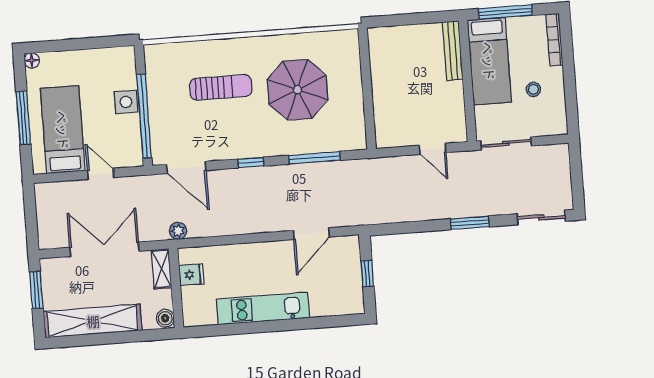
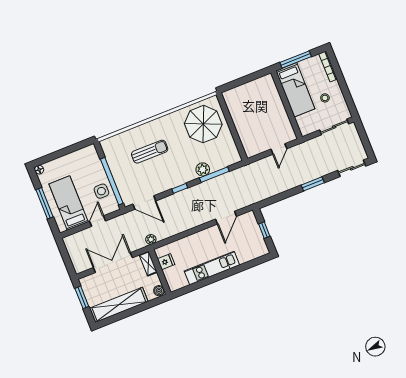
bench: (453, 51) -> (273, 90), removed
parasol: (297, 90) -> (203, 124), moved
side table: (126, 102) -> (101, 191), moved
plant: (298, 143) -> (203, 169), added
sliding door: (506, 143) -> (334, 127), moved
door: (433, 149) -> (279, 149), hinge flipped
door: (101, 174) -> (98, 221), hinge flipped

